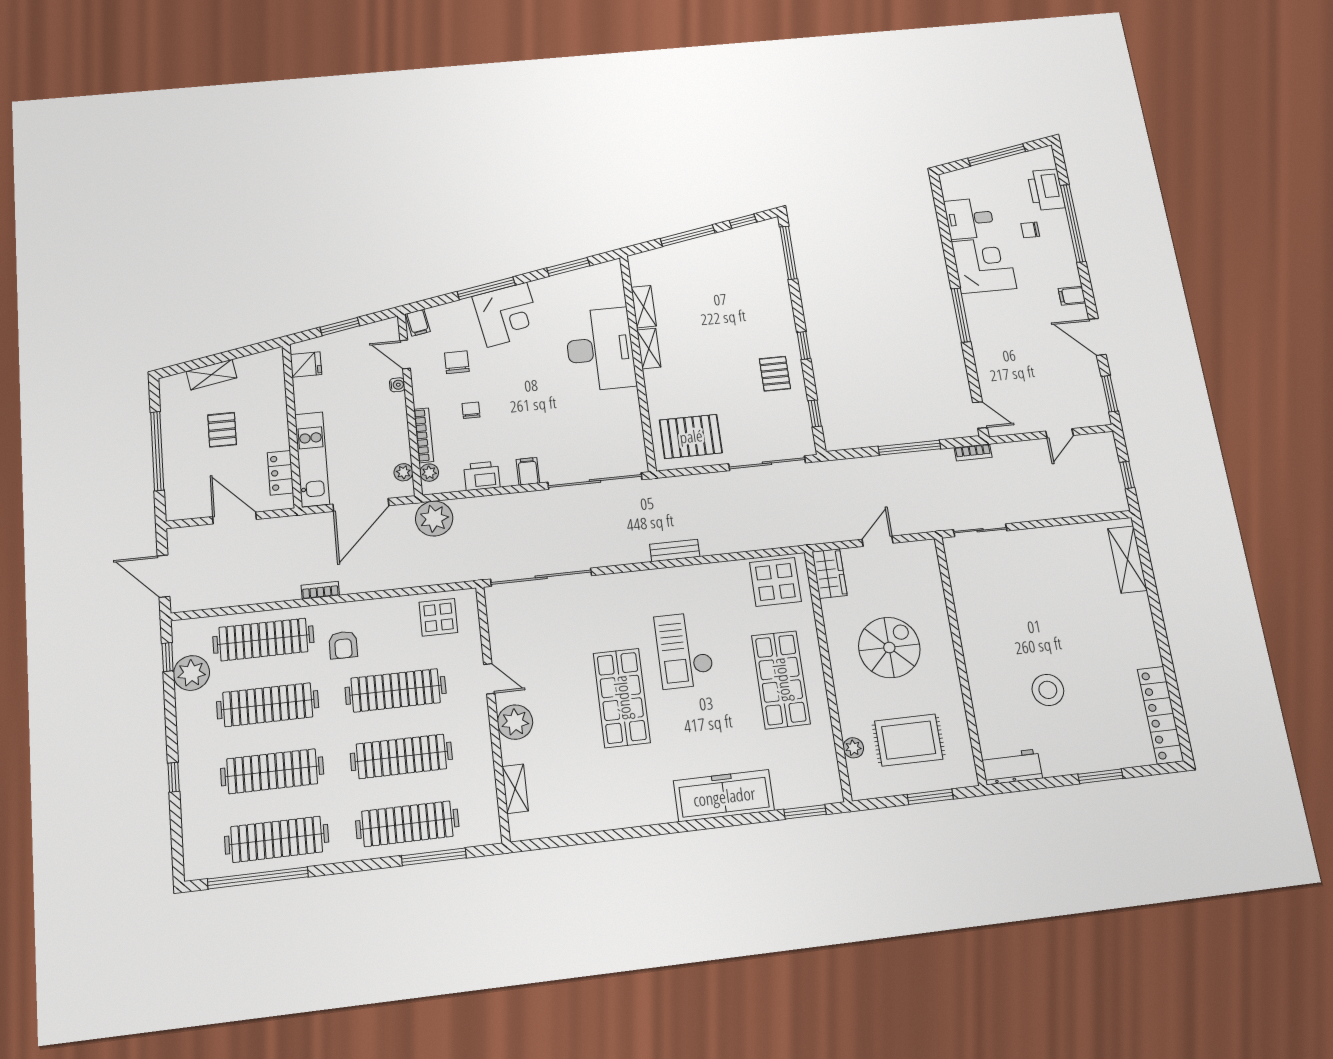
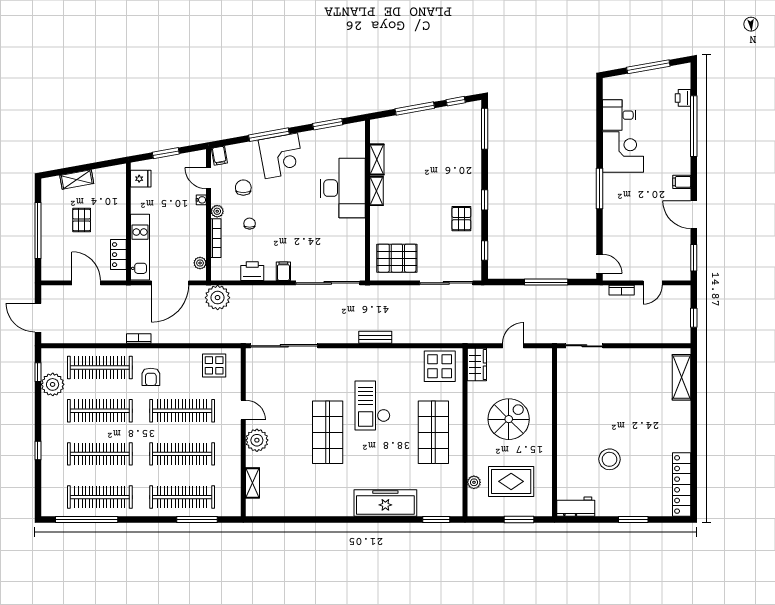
printer: (1046, 190) -> (683, 98), width x0.53, depth x0.68
chair: (1030, 230) -> (662, 128), removed
bookcase: (973, 452) -> (622, 290), moved
plant: (429, 473) -> (217, 211), moved

